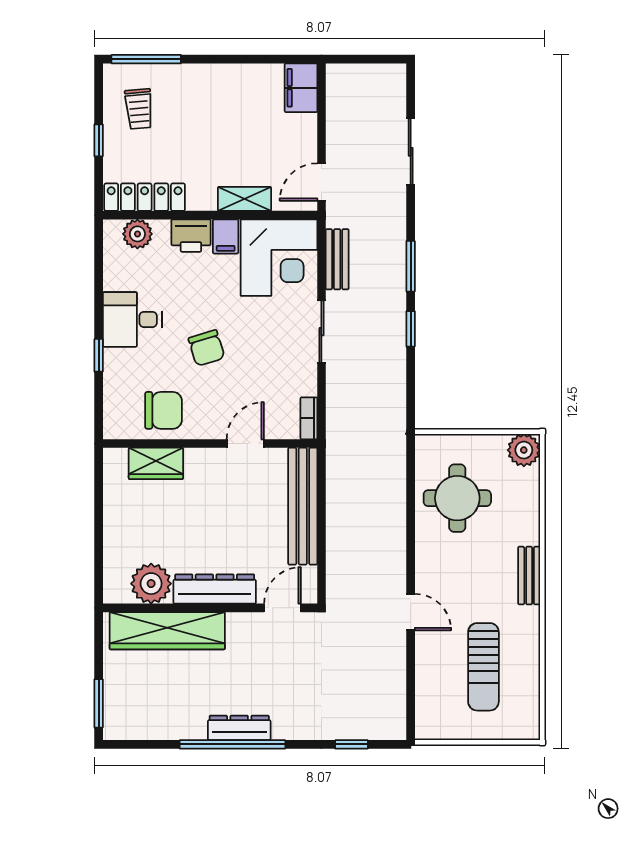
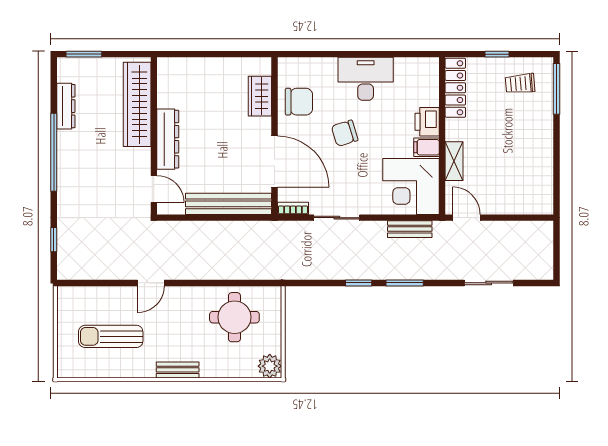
filing cabinet: (301, 88) -> (536, 203), removed
plant: (137, 234) -> (428, 83), removed
desk: (132, 319) -> (366, 79), width x1.37
sliding door: (321, 332) -> (337, 218), moved
window: (99, 355) -> (339, 54), removed
chair: (163, 410) -> (299, 102), turned -90
door: (245, 444) -> (275, 162), width x1.87
plant: (151, 584) -> (172, 93), removed
dresser: (239, 728) -> (66, 106), moved

